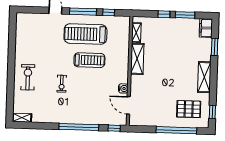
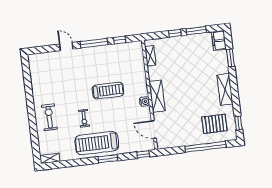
treadmill: (85, 34) -> (97, 143), moved
shelving: (137, 59) -> (157, 96), moved
water cooler: (123, 88) -> (145, 101), moved
window: (79, 127) -> (108, 159), width x0.47

